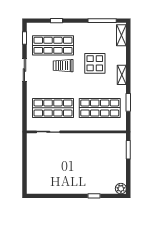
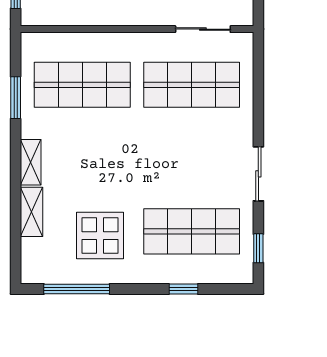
shelving: (121, 35) -> (32, 212), moved
display table: (95, 63) -> (100, 236), moved
trolley: (63, 66) -> (168, 184), removed

